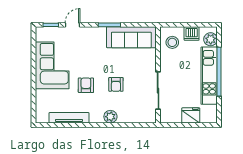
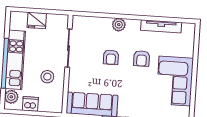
stool: (172, 42) -> (47, 77), moved
armchair: (116, 84) -> (111, 57), turned 180

